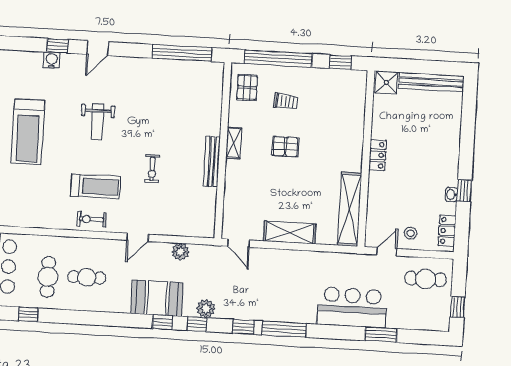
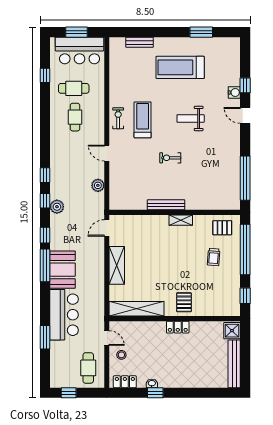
water cooler: (52, 60) -> (234, 92), moved
pallet: (285, 147) -> (184, 302), moved
exercise bike: (152, 169) -> (170, 158), moved
treadmill: (96, 186) -> (143, 120), turned 180
booth: (157, 298) -> (63, 270), moved

